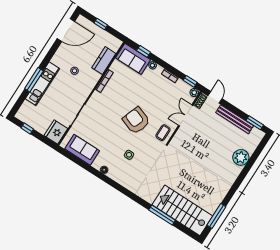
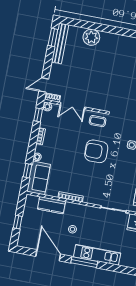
door: (66, 30) -> (48, 255), moved
window: (34, 80) -> (84, 262), moved
bench: (235, 119) -> (60, 43), moved
armchair: (136, 120) -> (96, 151), turned 70

